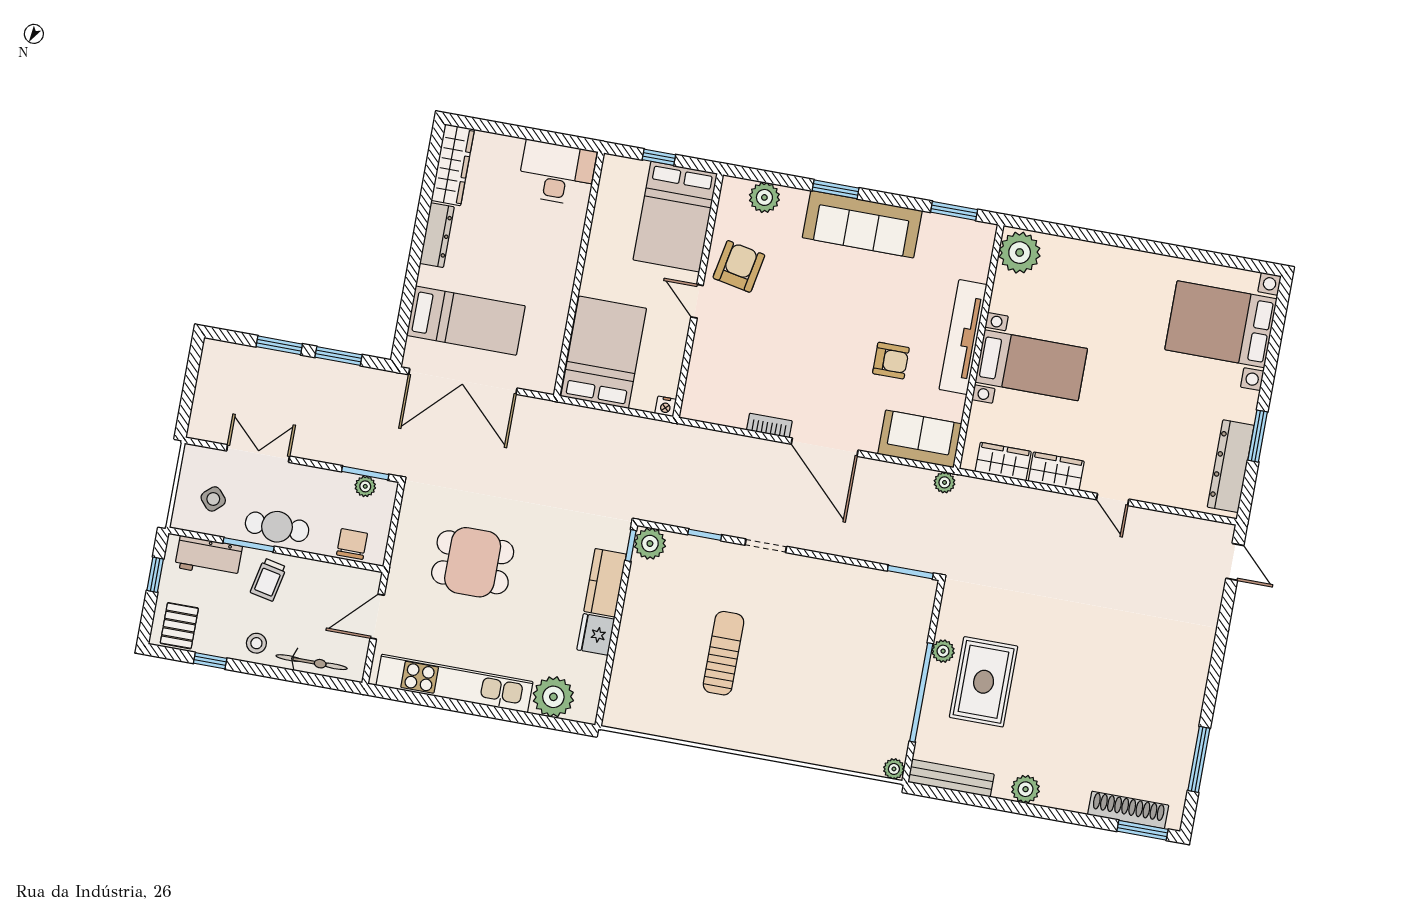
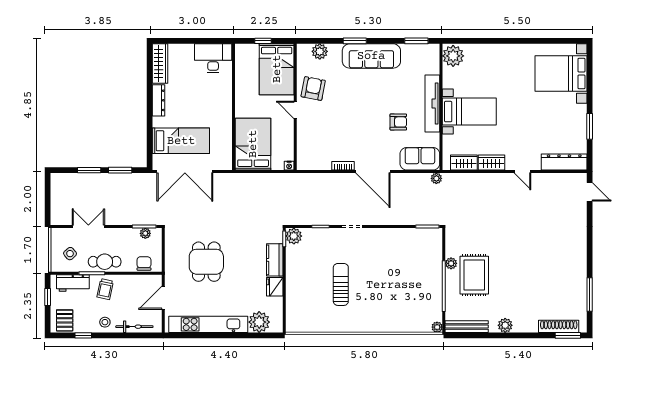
dresser: (1231, 466) -> (564, 162), moved, turned 90
dining table: (473, 562) -> (206, 262), turned 90

